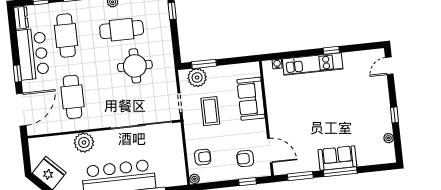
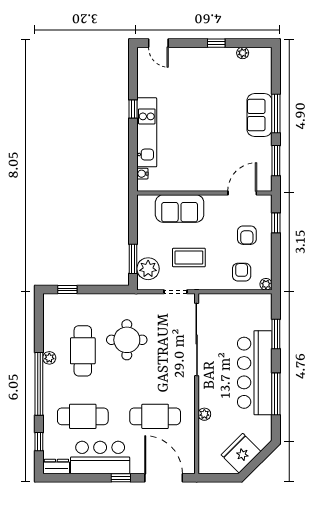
plant: (84, 143) -> (204, 414), width x0.53, depth x0.53
armchair: (245, 158) -> (247, 235), moved

